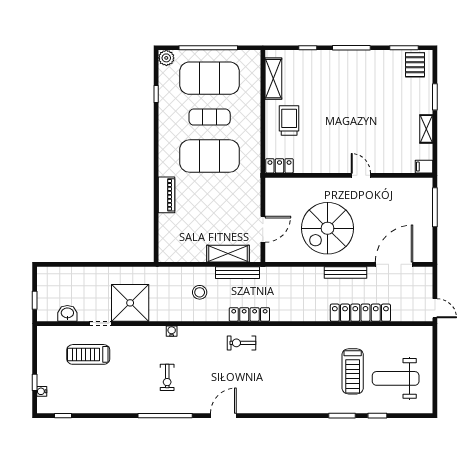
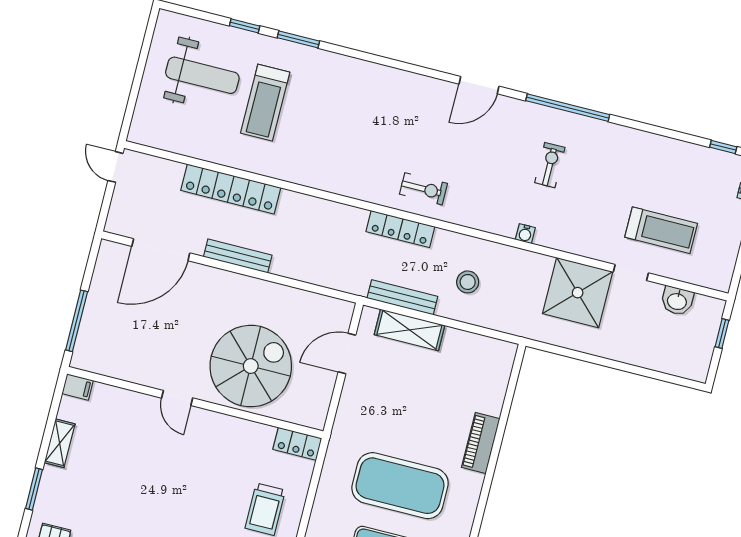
spiral stairs: (327, 228) -> (251, 366), moved
treadmill: (353, 371) -> (265, 103), turned 180

